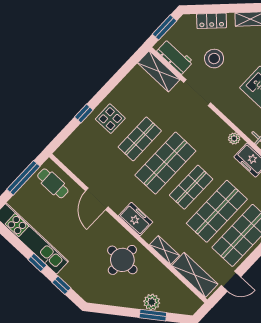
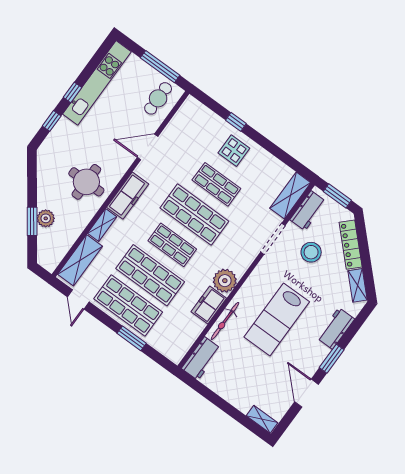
locker: (212, 21) -> (351, 245), width x1.53
plant: (234, 139) -> (225, 281), width x1.87, depth x1.87
freezer: (136, 219) -> (128, 196), width x1.40

